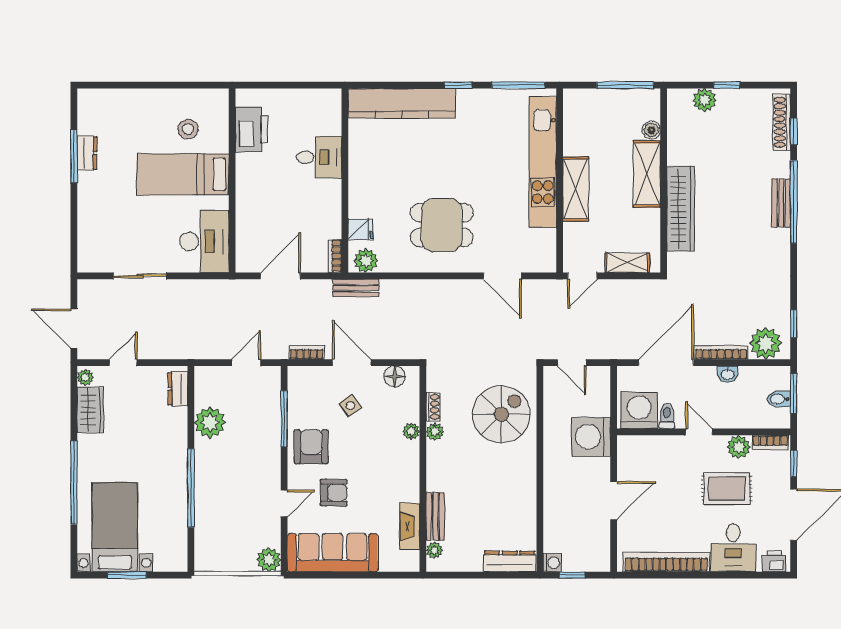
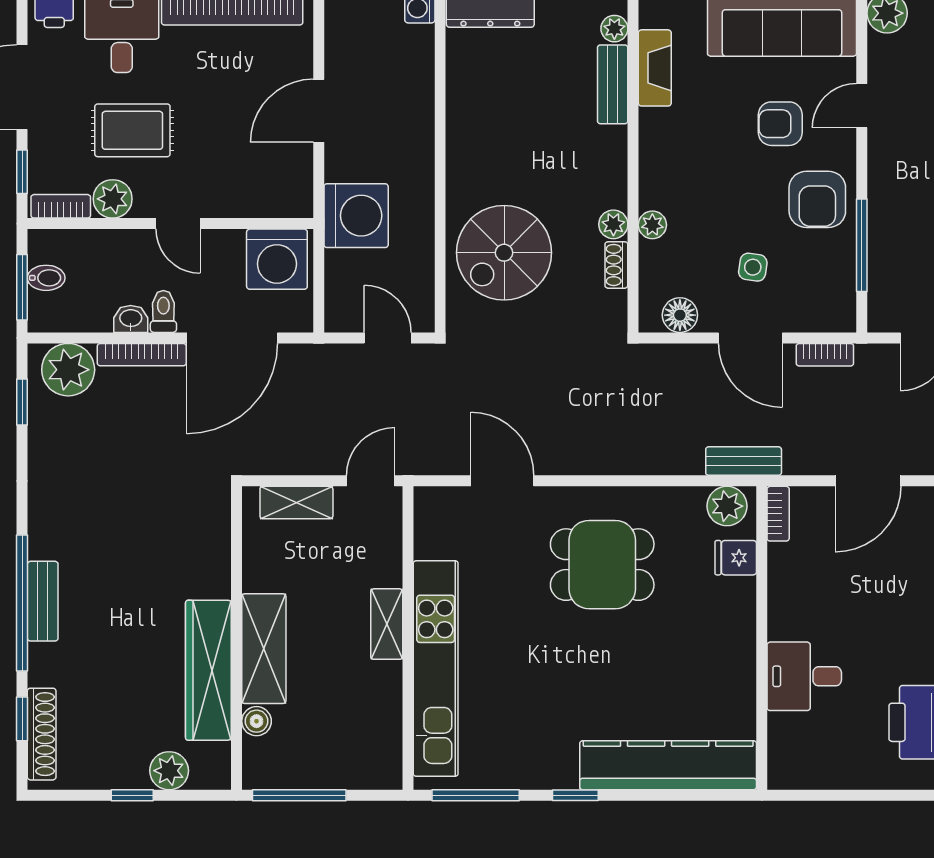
shelving: (576, 189) -> (387, 624), width x0.67, depth x0.75
wardrobe: (681, 209) -> (208, 670), moved
side table: (350, 406) -> (753, 267), turned 45
toilet: (667, 416) -> (163, 312), moved, turned 180

